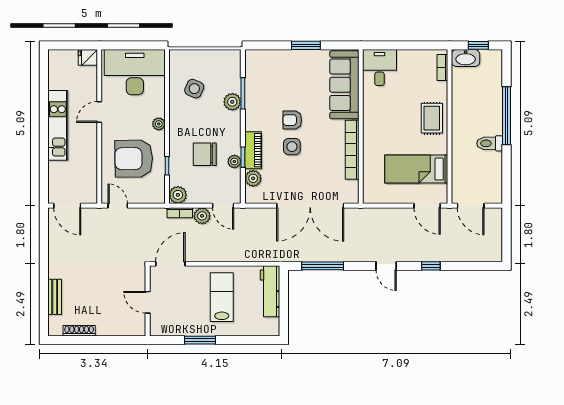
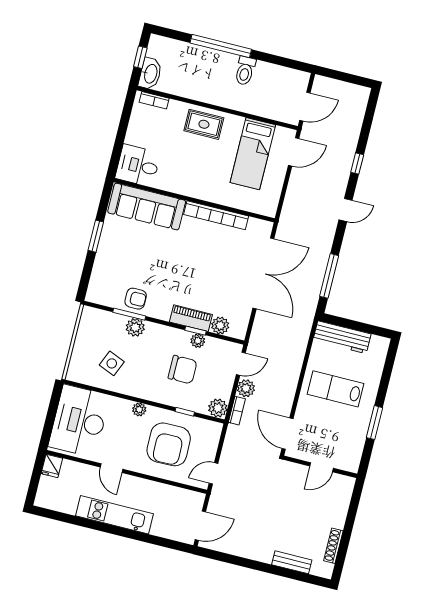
armchair: (292, 120) -> (136, 299), moved, turned -90
side table: (292, 147) -> (197, 277), removed
chair: (205, 154) -> (183, 370), turned -90

